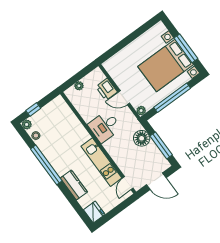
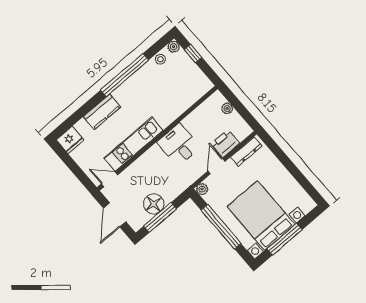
dresser: (114, 73) -> (246, 152), added
floor lamp: (142, 138) -> (154, 204), moved

